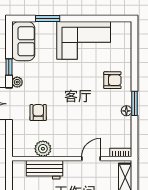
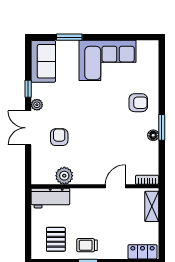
workbench: (45, 170) -> (50, 198), moved

